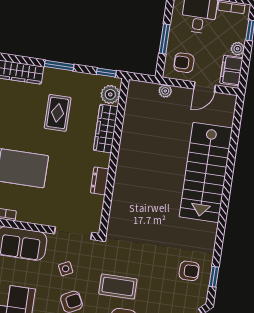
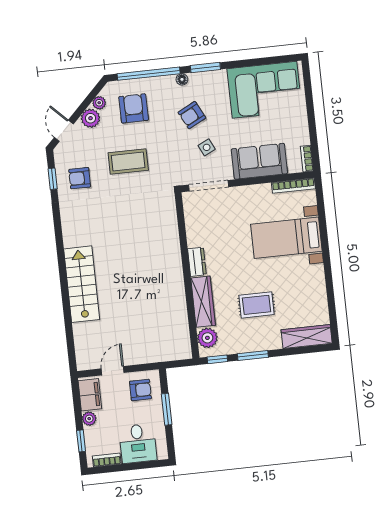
window: (59, 65) -> (253, 356), moved
plant: (165, 91) -> (152, 356), removed
rug: (58, 113) -> (256, 305), turned 90
stairs: (206, 172) -> (82, 284), width x0.73, depth x0.66
dresser: (100, 181) -> (197, 262), moved
coffee table: (118, 286) -> (128, 162), moved

